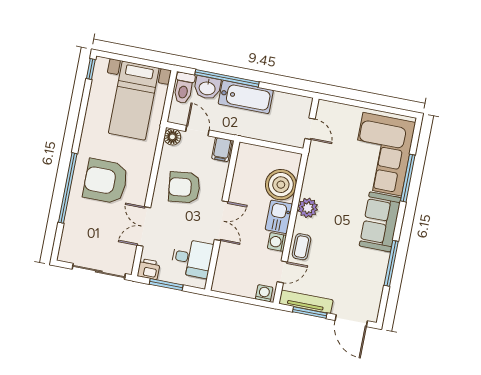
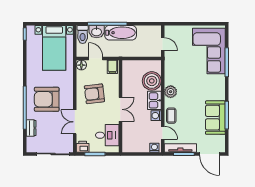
sofa: (380, 222) -> (215, 118), moved
dresser: (72, 223) -> (31, 128), added
door: (282, 272) -> (163, 133), hinge flipped

